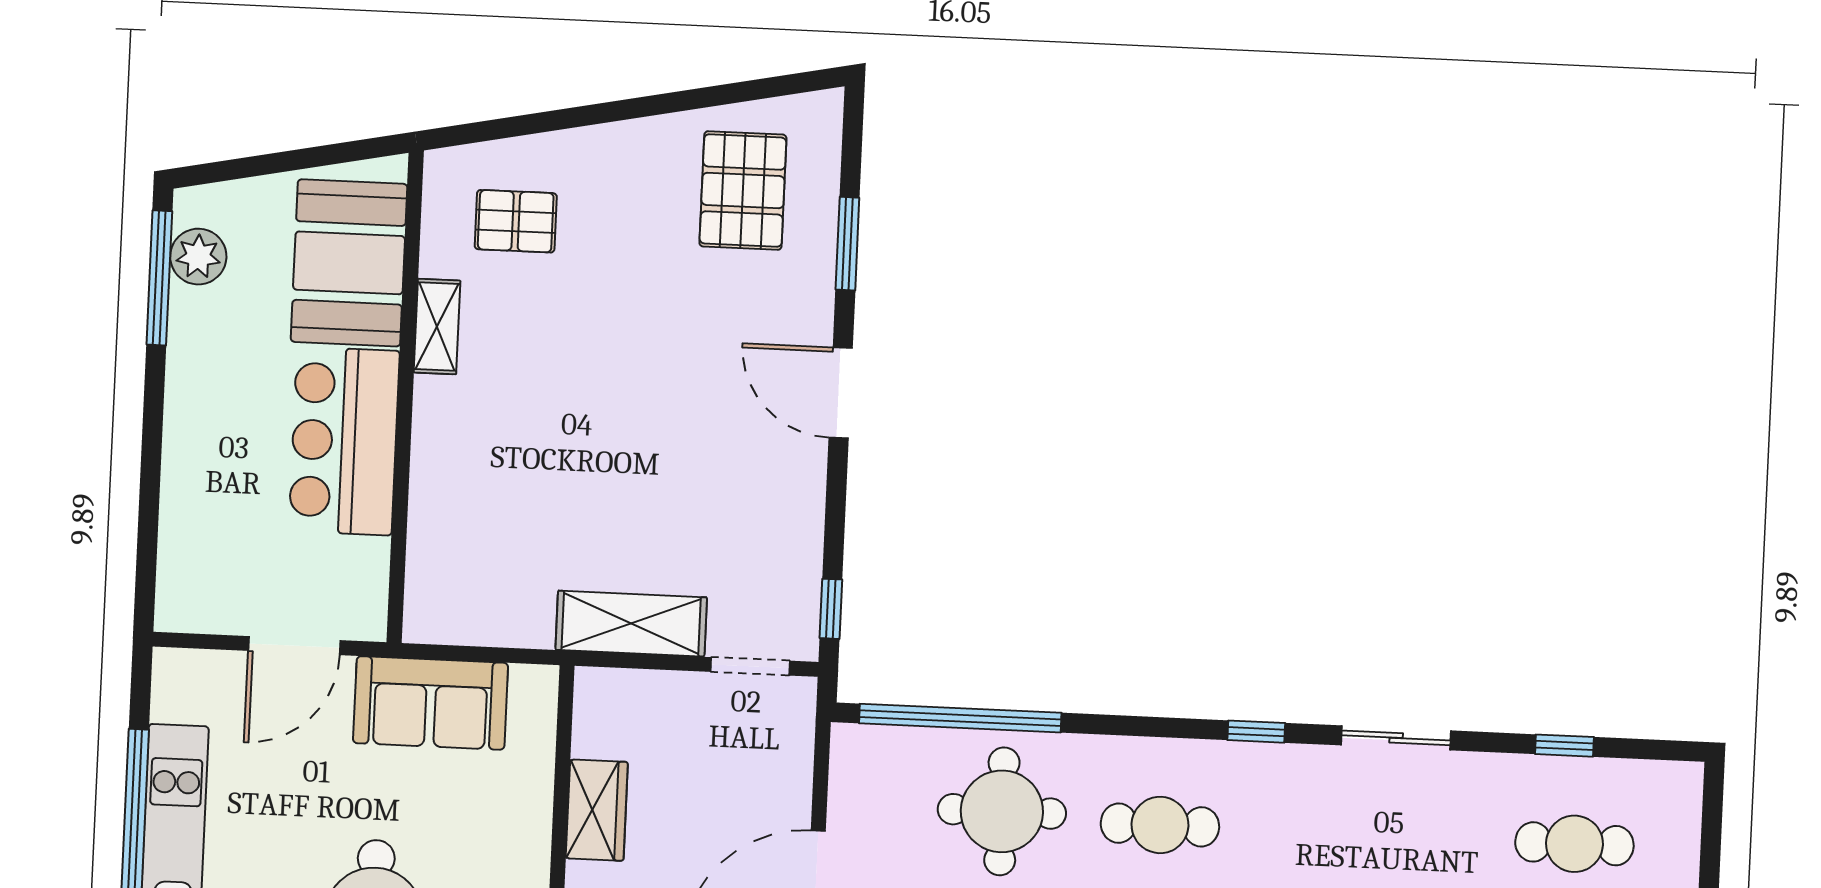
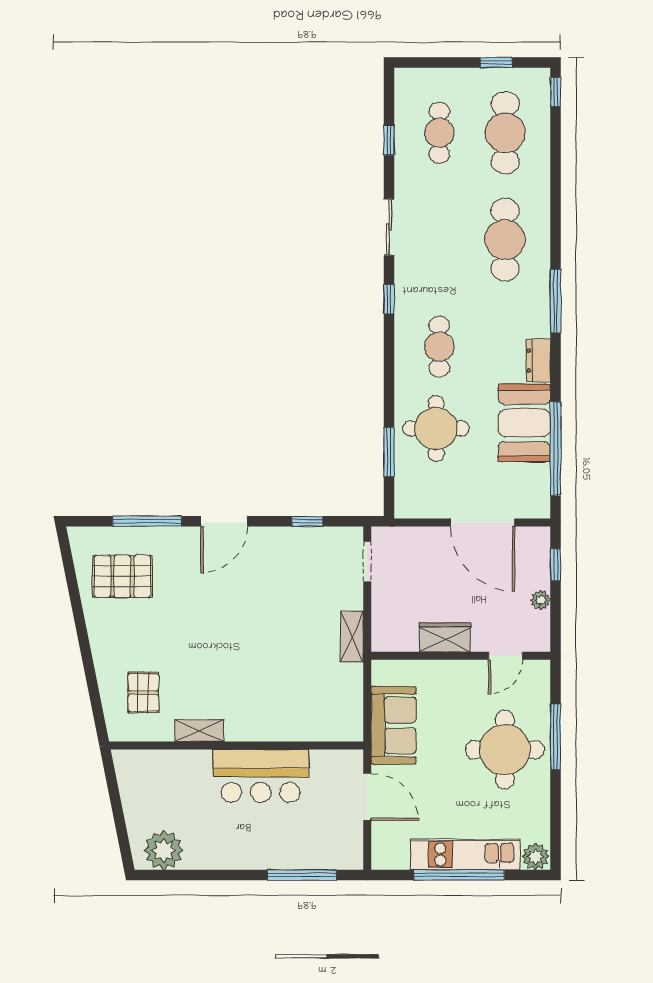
window: (847, 244) -> (147, 521), width x1.44
plant: (198, 257) -> (164, 850), width x1.36, depth x1.36
booth: (349, 263) -> (169, 778), removed
window: (159, 278) -> (302, 875), moved
window: (831, 609) -> (307, 521), moved
shelving: (631, 624) -> (352, 637), width x0.67, depth x0.75
window: (960, 718) -> (389, 452), width x0.47

